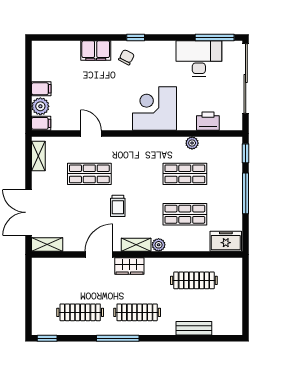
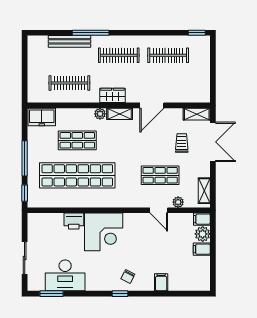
window: (215, 38) -> (51, 294), width x0.69
filing cabinet: (96, 51) -> (161, 282), width x0.50
sliding door: (246, 79) -> (25, 258), width x0.54
printer: (208, 121) -> (74, 221), moved
plant: (192, 143) -> (178, 202), moved
shop shelf: (185, 174) -> (77, 175), width x2.00, depth x1.36
trolley: (118, 206) -> (182, 143), moved
wardrobe: (129, 266) -> (112, 95), moved
bench: (194, 328) -> (70, 41), width x1.36
window: (118, 338) -> (91, 33), moved

